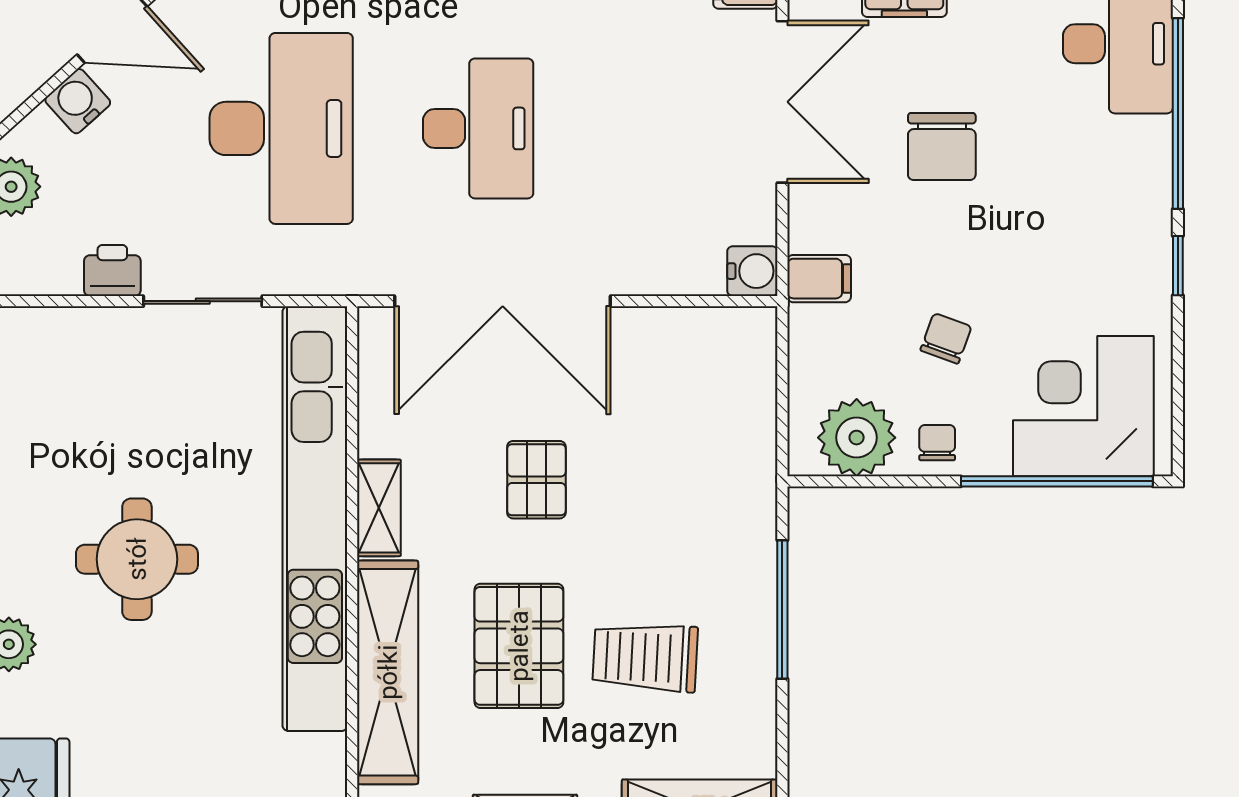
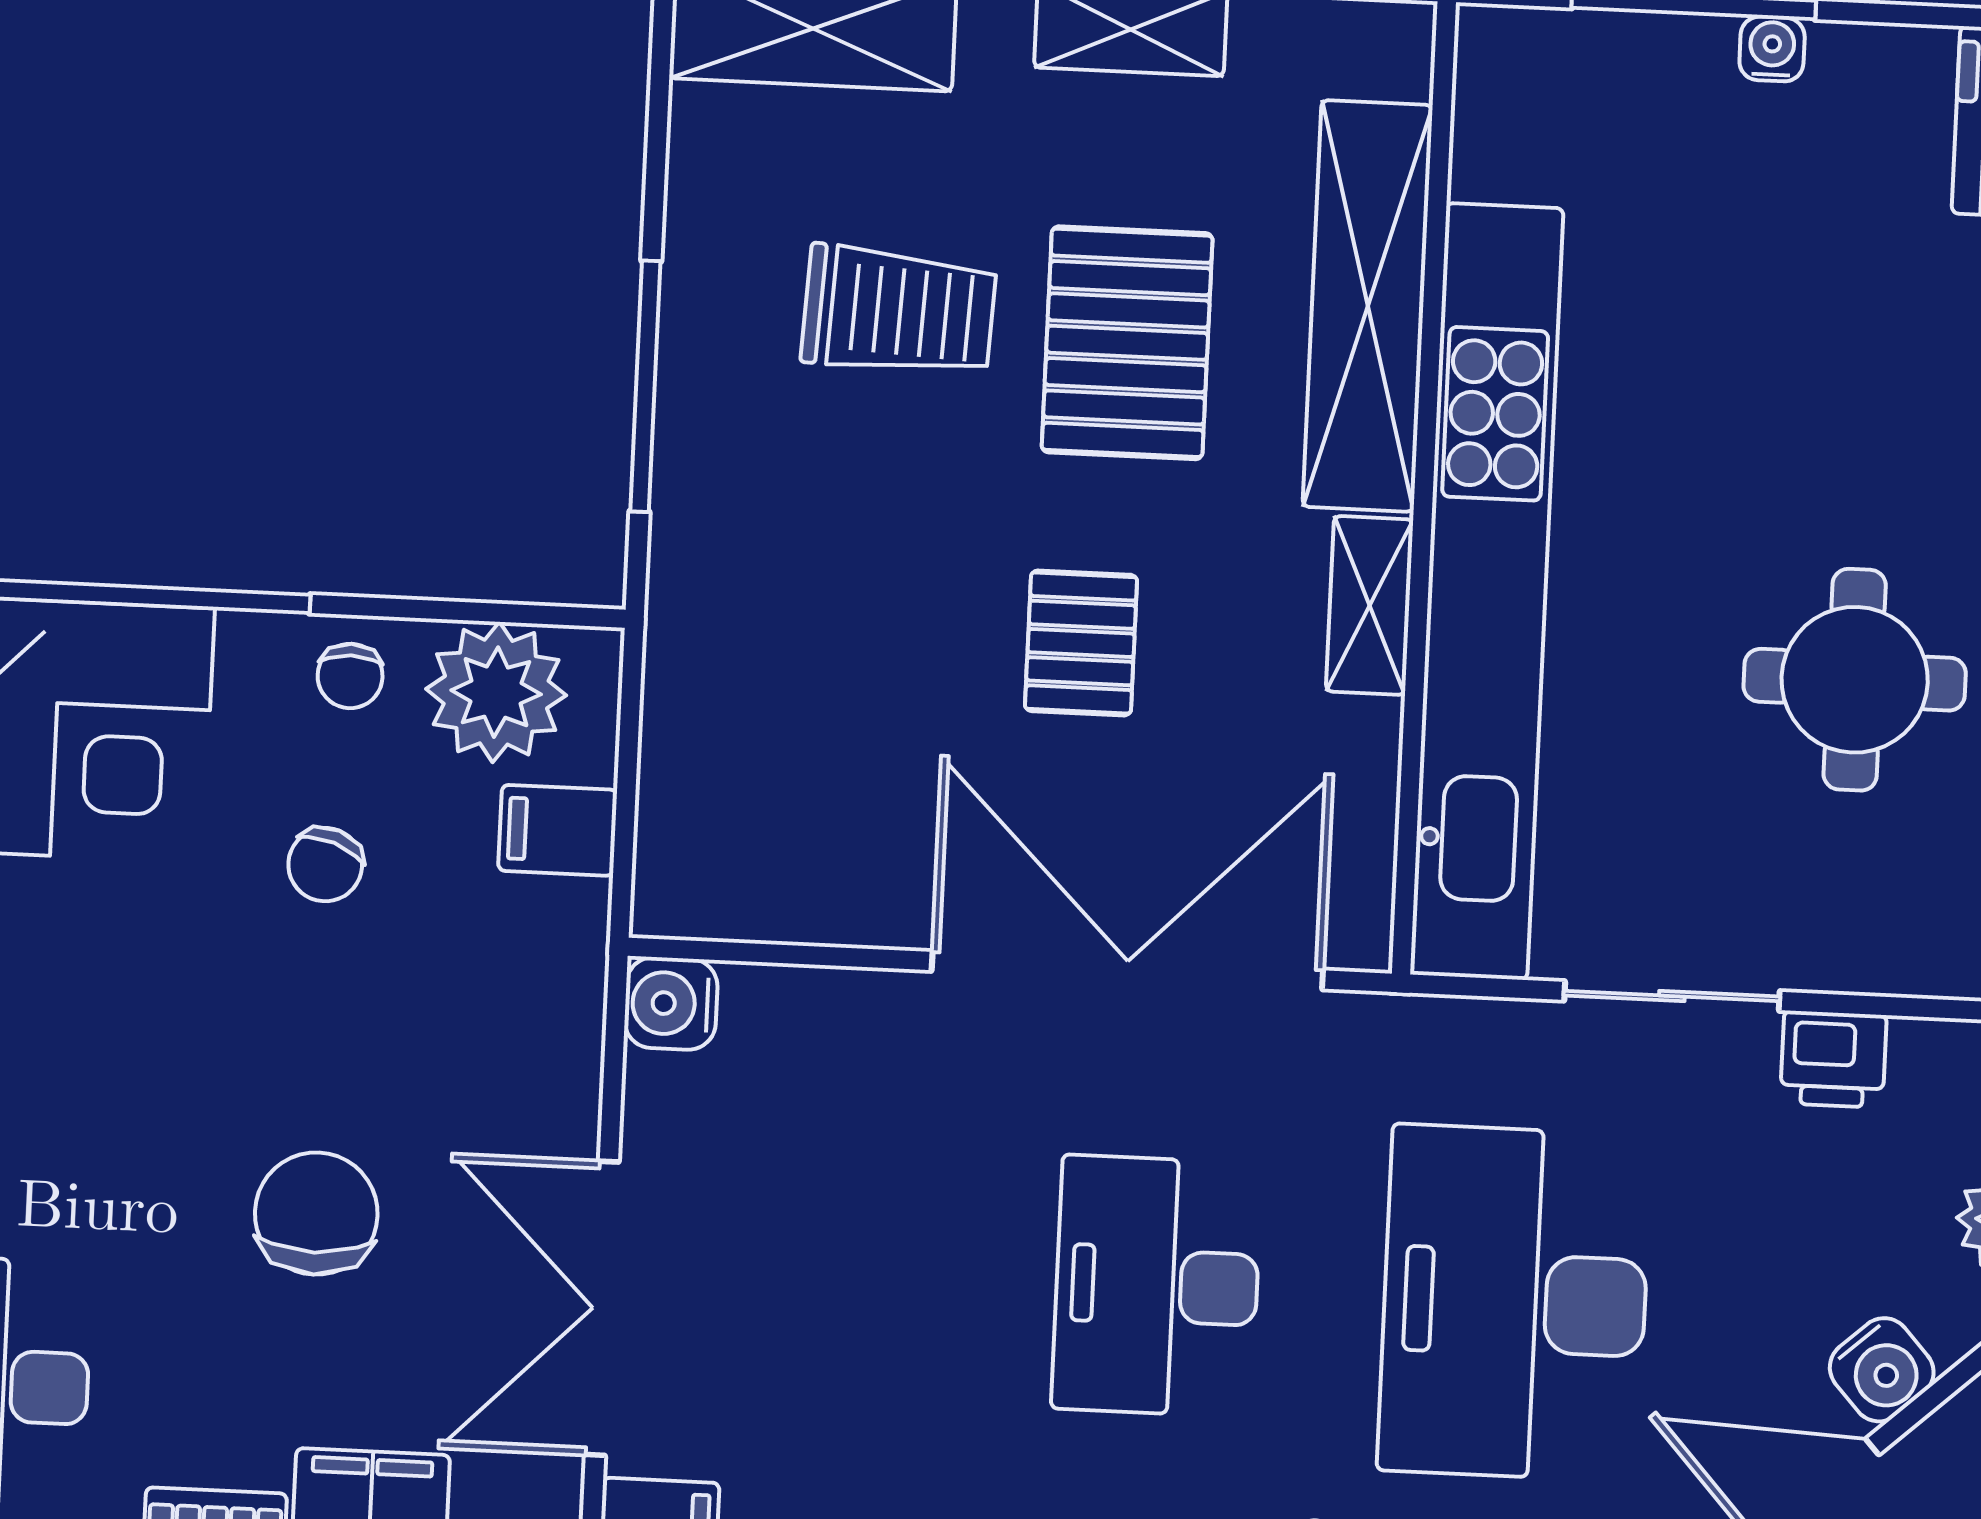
filing cabinet: (819, 279) -> (558, 830), moved
round table: (137, 559) -> (1855, 680), moved

